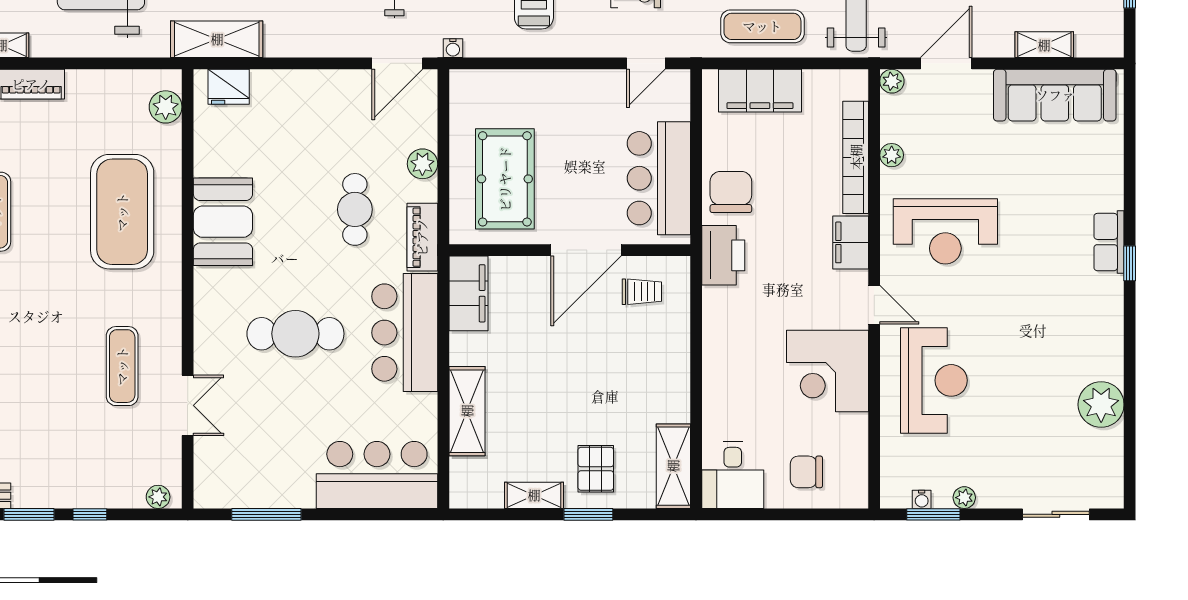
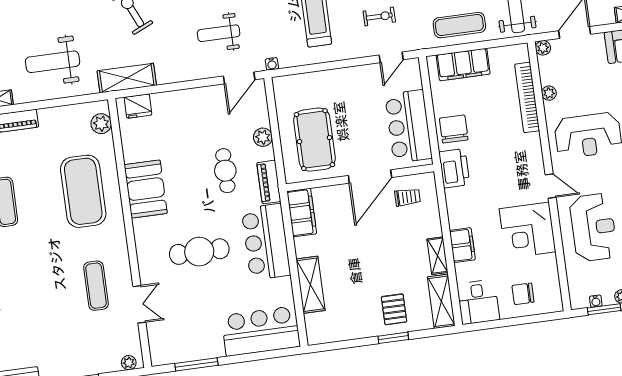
filing cabinet: (851, 242) -> (462, 245), moved, turned 180
shelving: (534, 495) -> (437, 256), moved, turned 90

